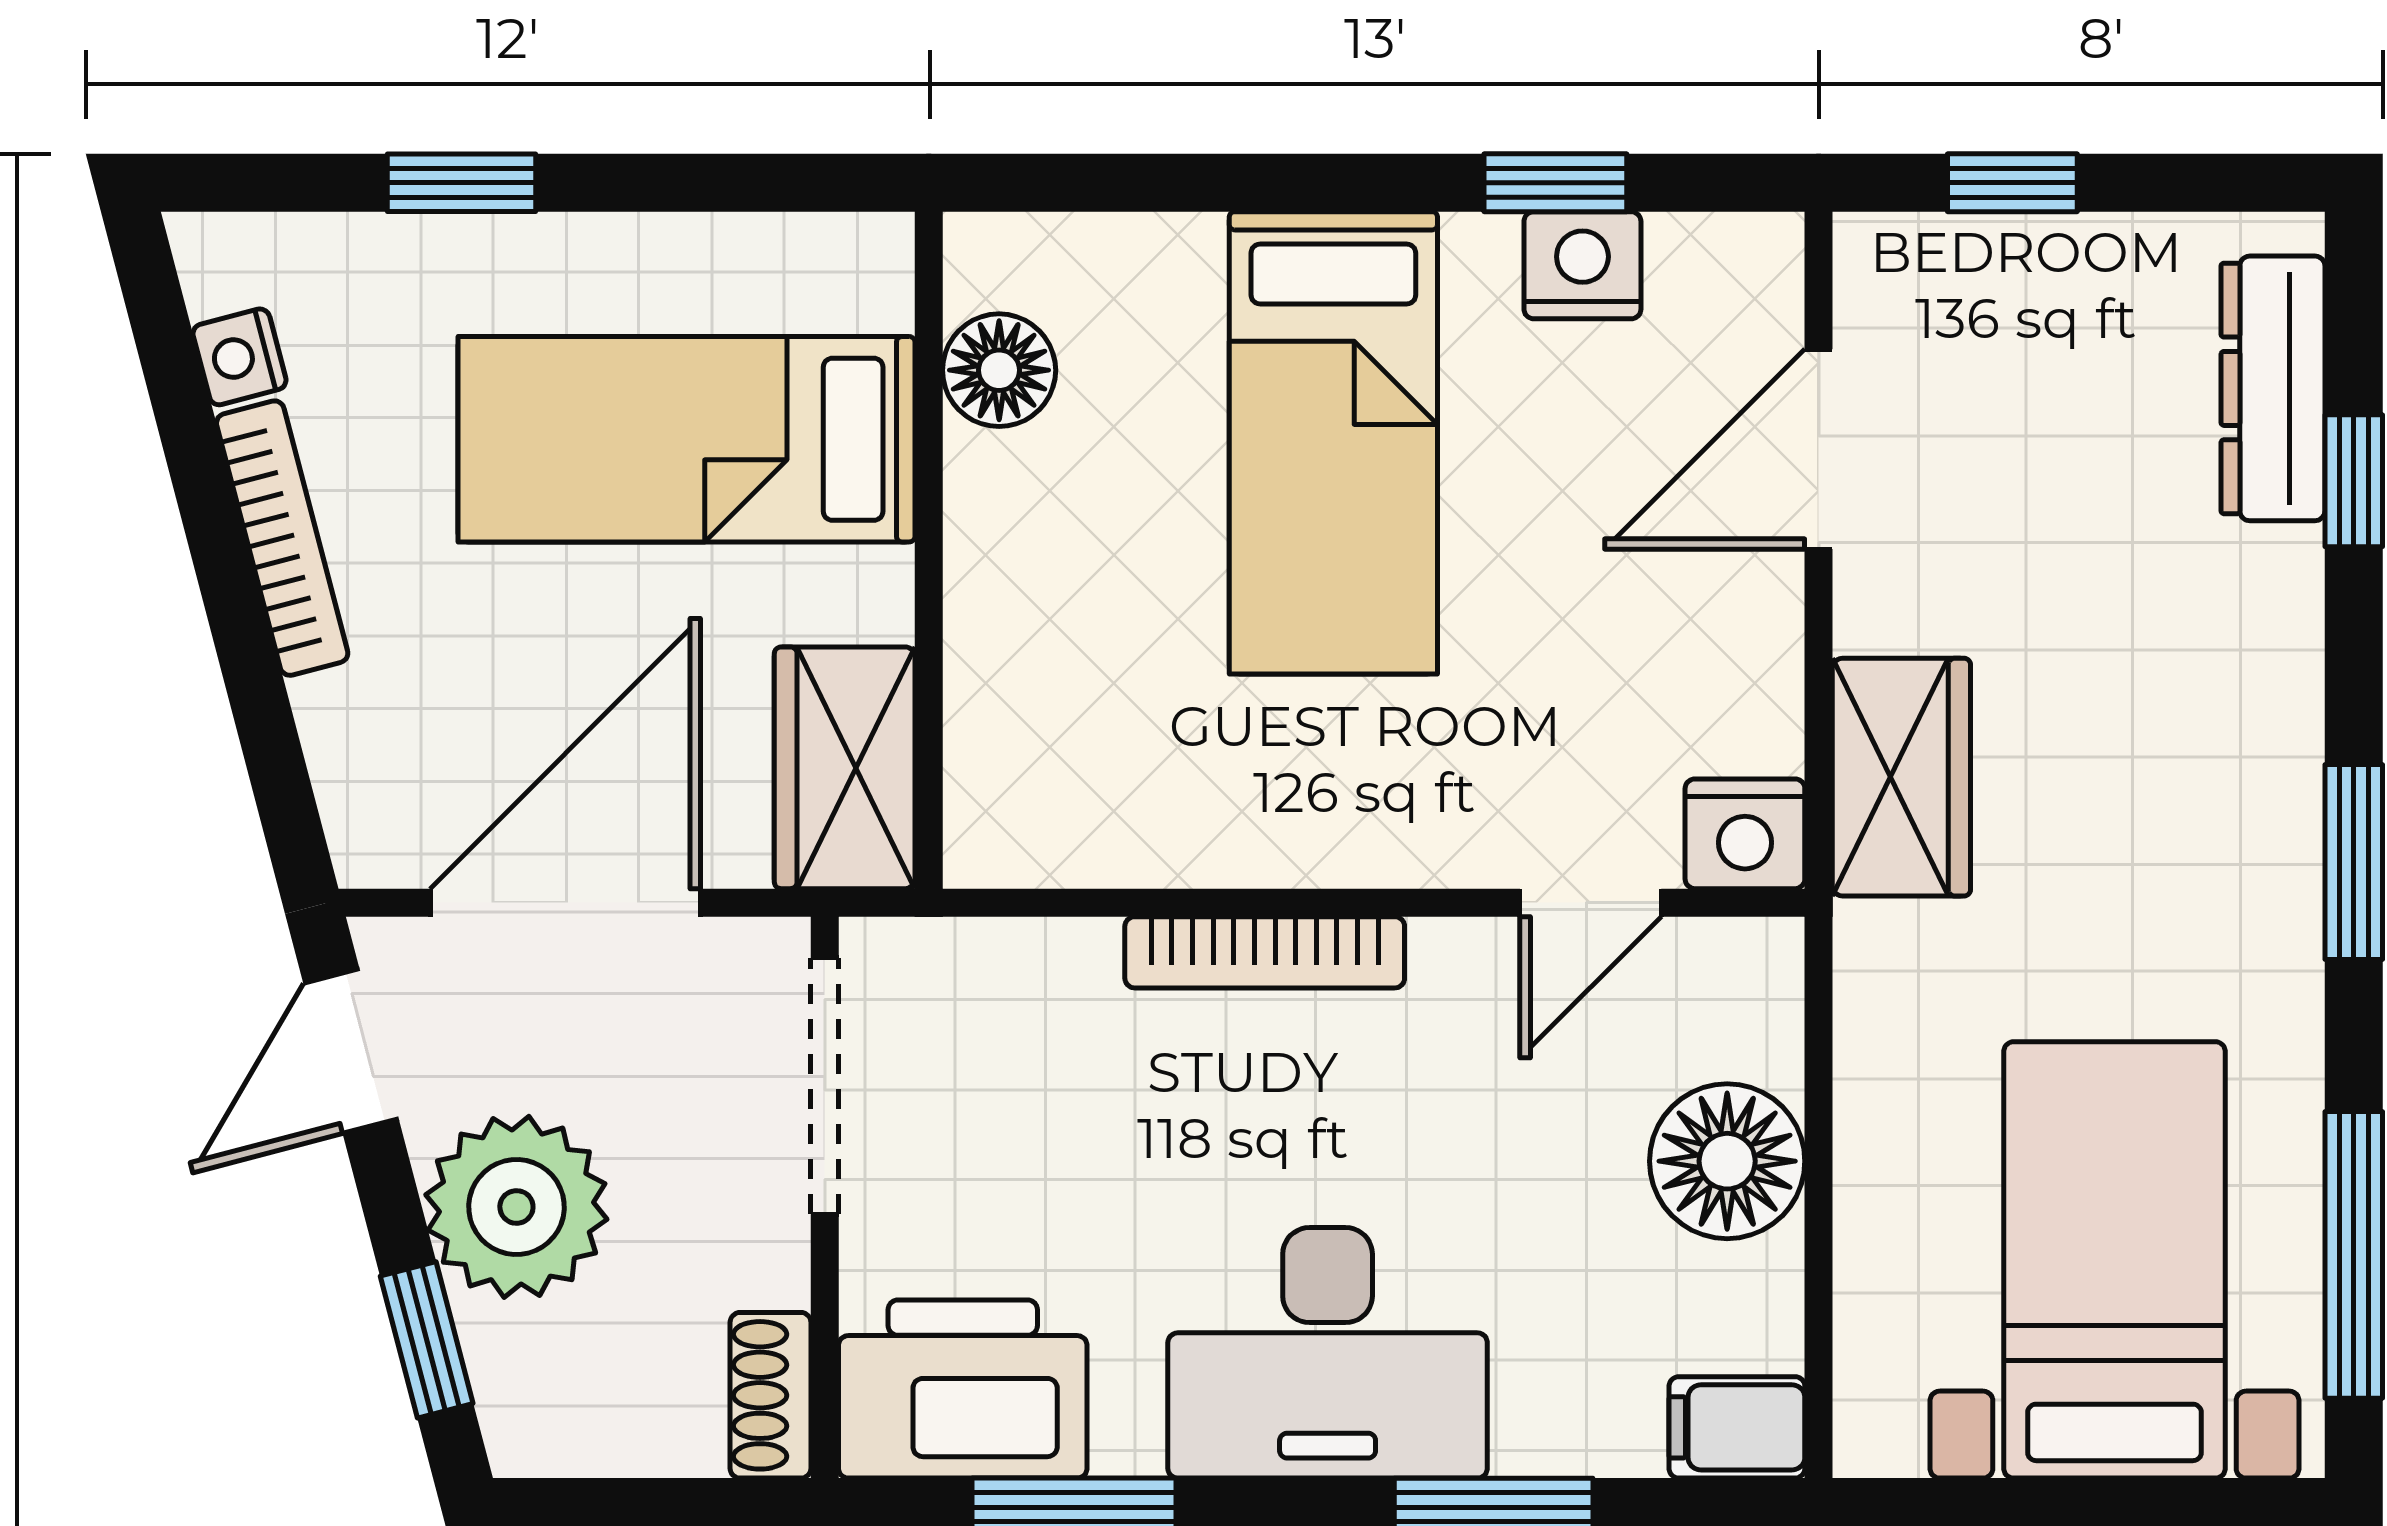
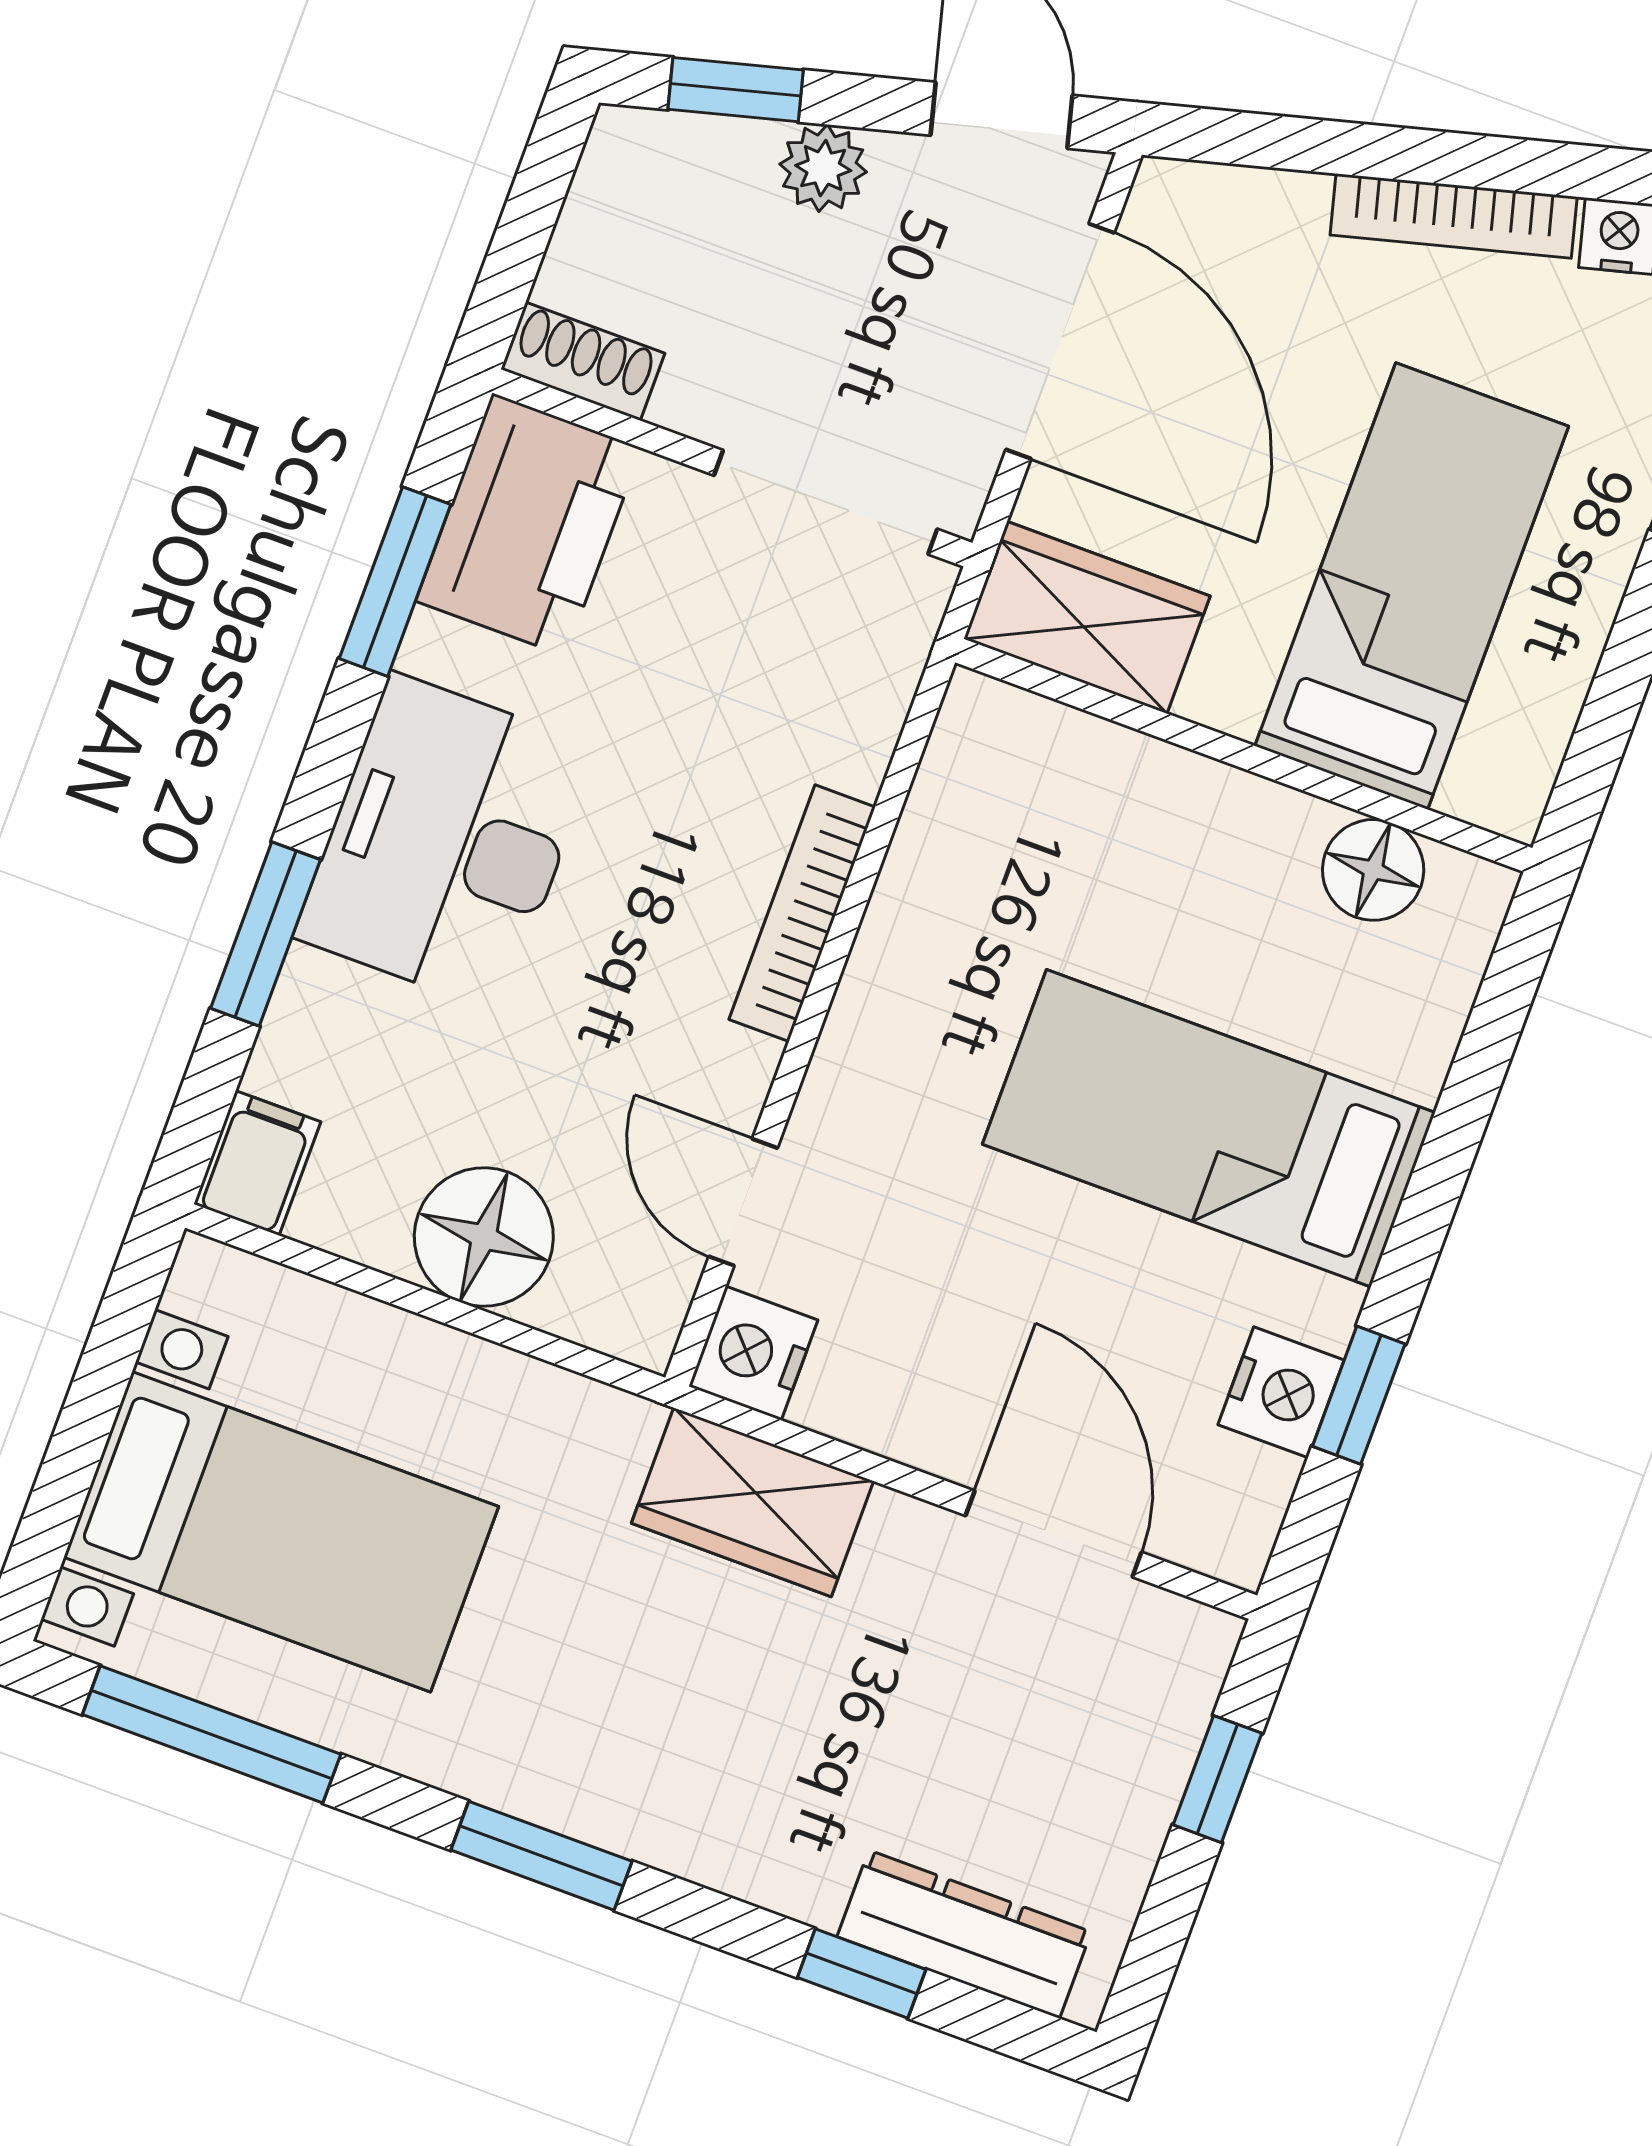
plant: (516, 1207) -> (823, 168), width x0.53, depth x0.53

